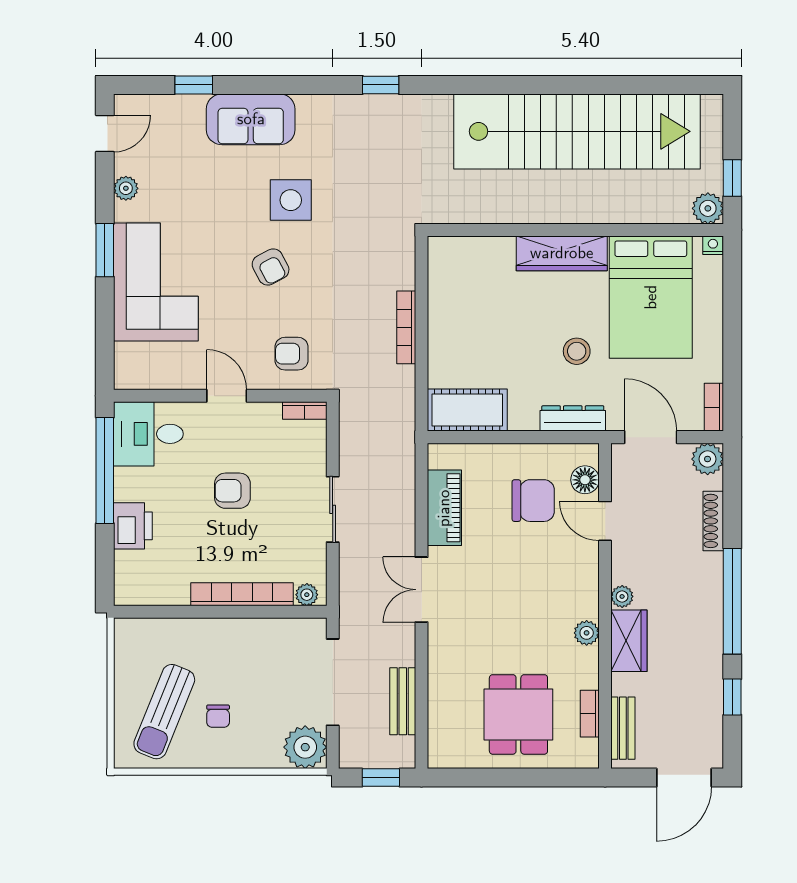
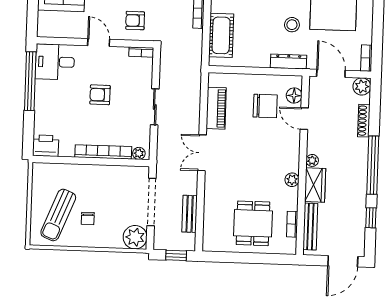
cot: (467, 410) -> (221, 35), moved, turned 90
printer: (133, 526) -> (46, 146), moved, turned -90
bench: (623, 728) -> (310, 227), width x1.36

